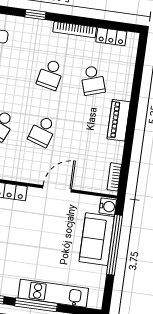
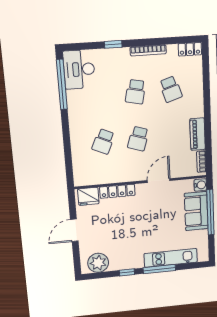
locker: (111, 37) -> (190, 49), moved
piano: (119, 120) -> (198, 134), moved

